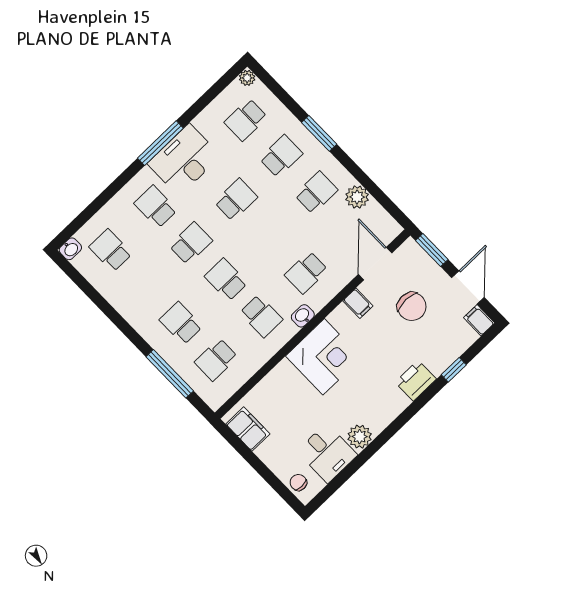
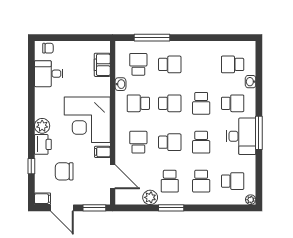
school desk: (246, 120) -> (233, 181), turned 90
window: (319, 133) -> (171, 208), moved
school desk: (271, 236) -> (170, 142), added
washbasin: (70, 249) -> (251, 82), moved
school desk: (111, 250) -> (233, 64), turned 180
chair: (412, 306) -> (64, 171), moved
washbasin: (303, 316) -> (120, 84), moved
corner desk: (324, 357) -> (87, 120), width x1.36, depth x1.36
filing cabinet: (248, 429) -> (102, 65), moved, turned 90
plant: (360, 437) -> (42, 126), moved

